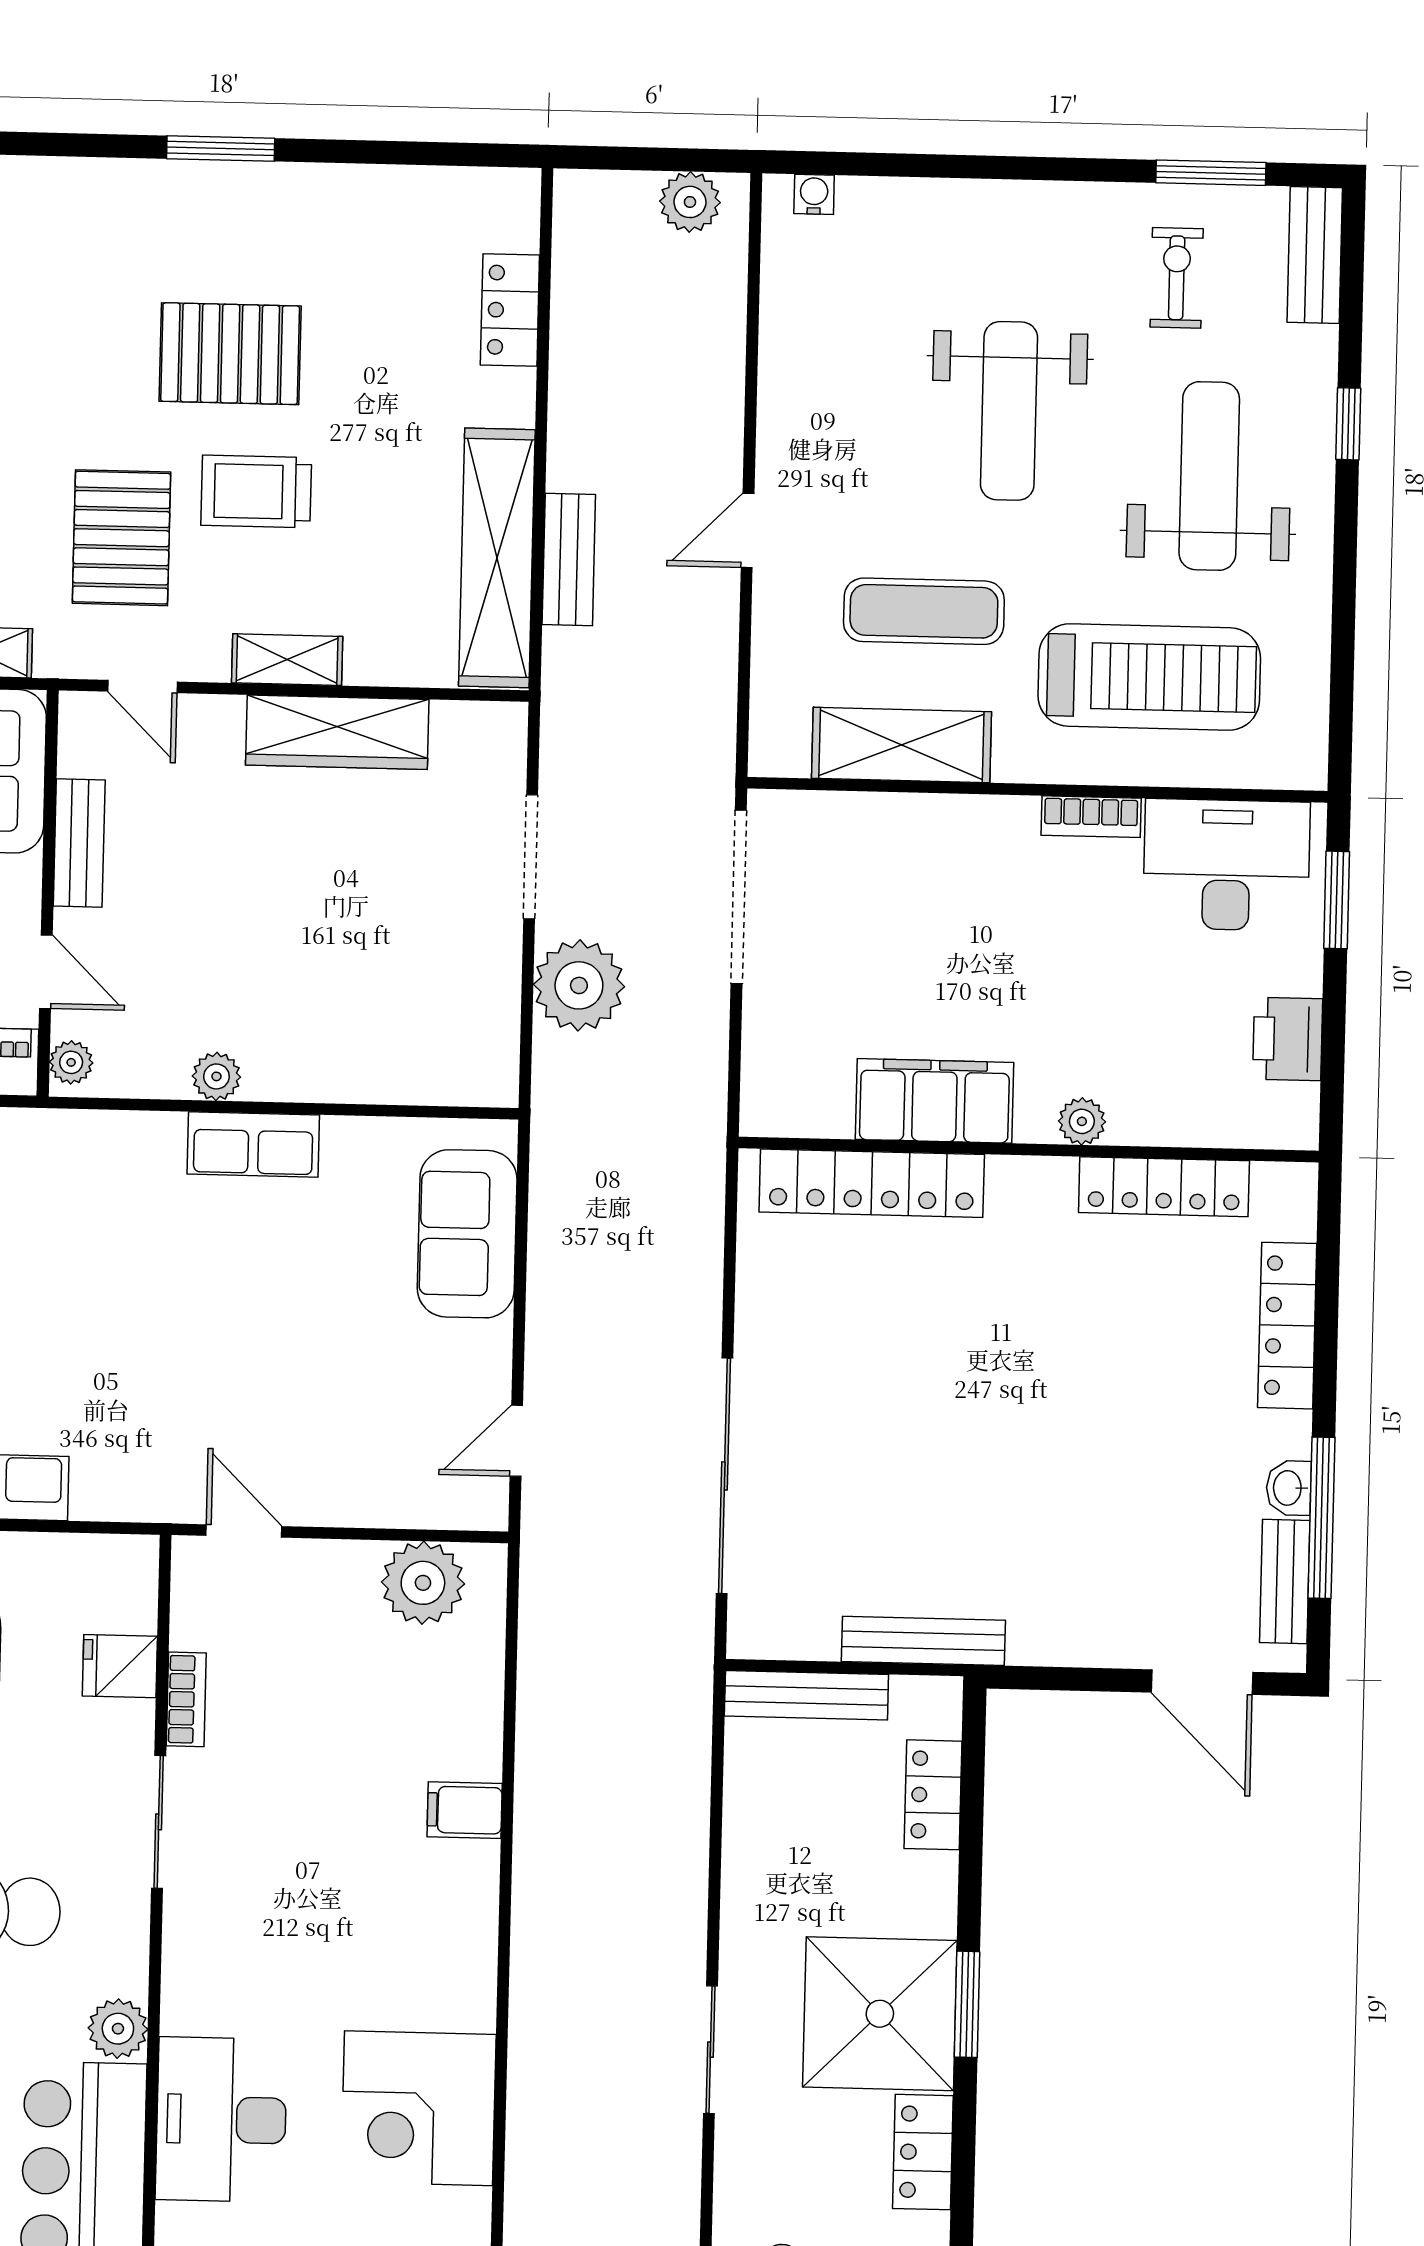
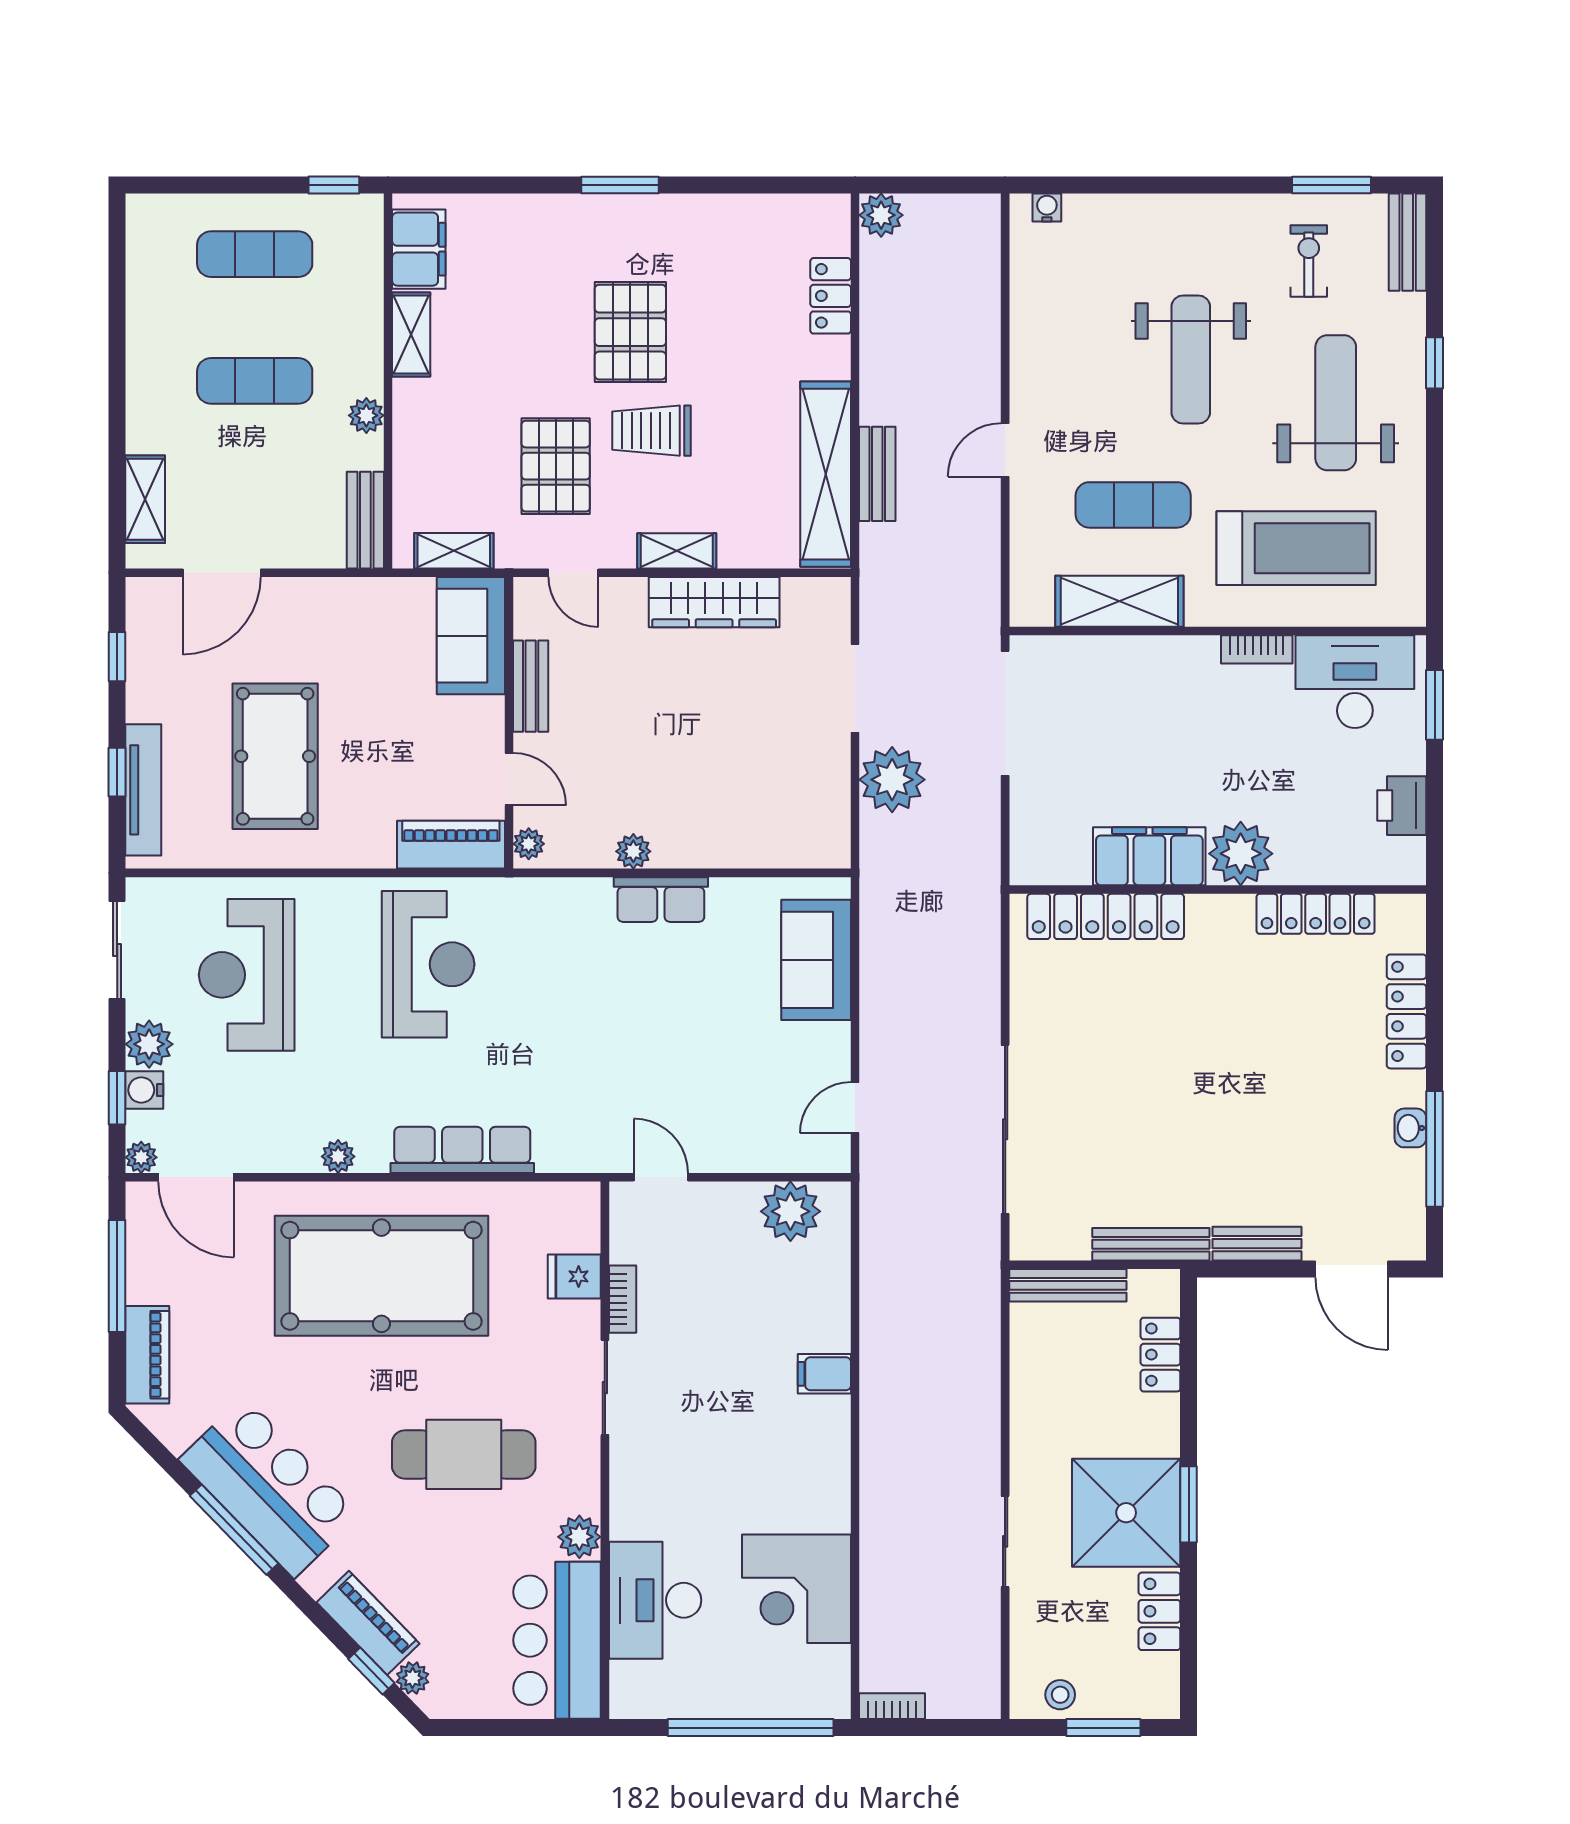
plant: (690, 202) -> (881, 215), moved
pallet: (230, 354) -> (630, 332), turned 90
plant: (1082, 1121) -> (1241, 854), width x1.88, depth x1.88
bench: (1285, 1581) -> (1257, 1244), moved, turned 90

